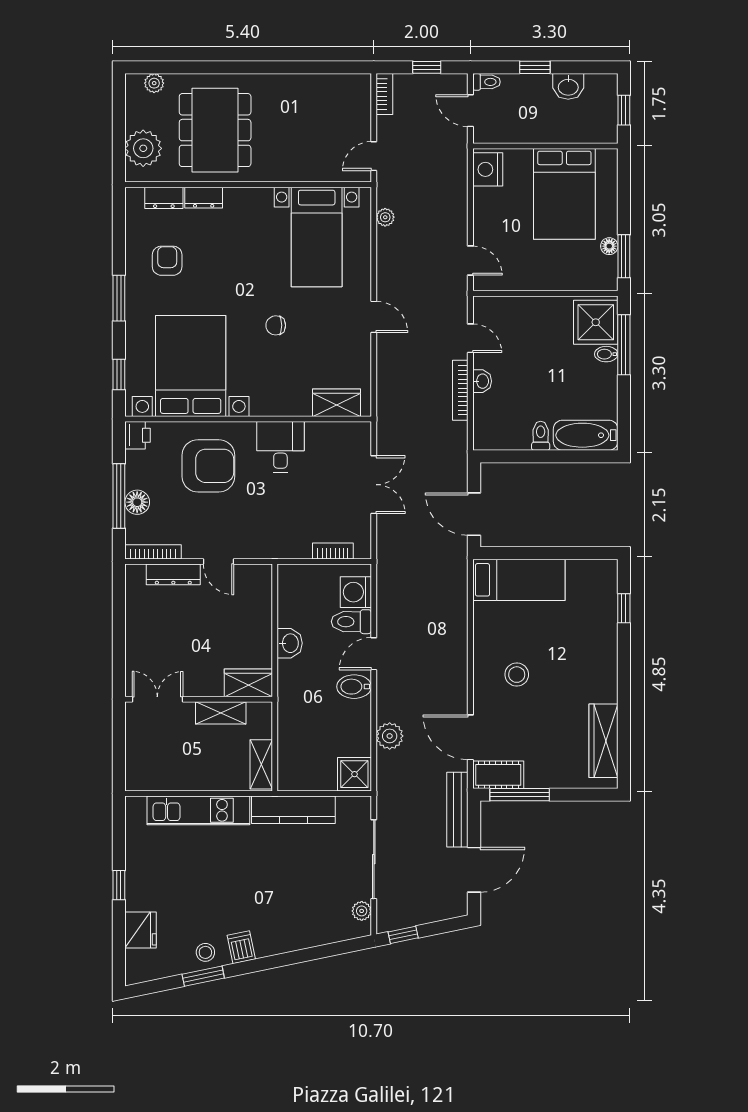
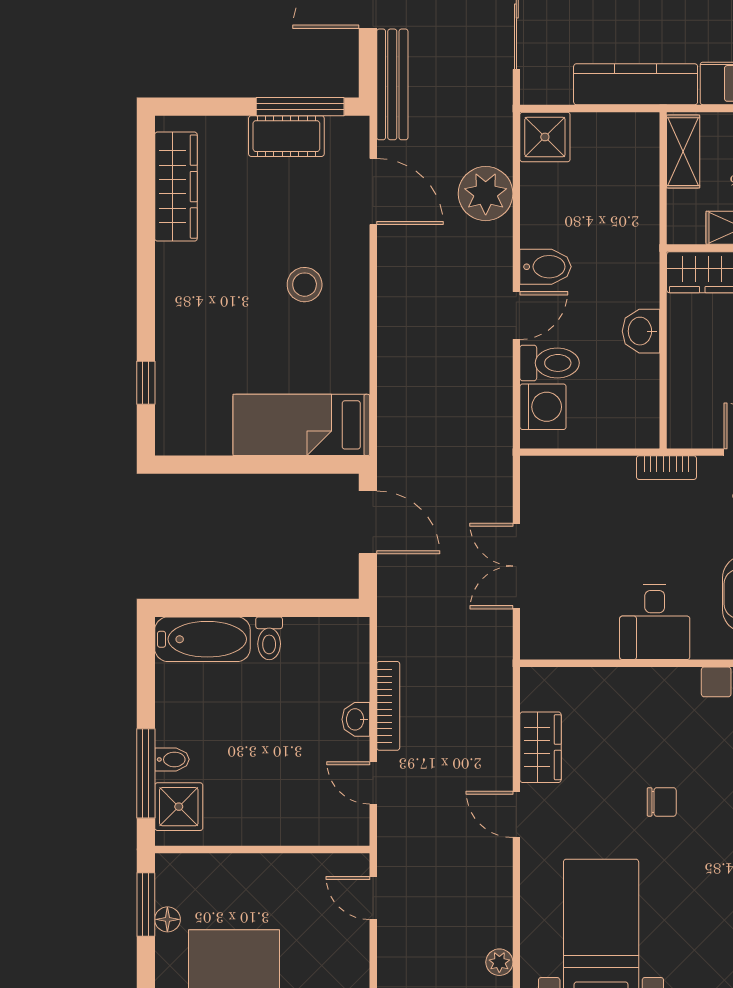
shower: (596, 322) -> (179, 807), width x0.73, depth x0.73
wardrobe: (336, 403) -> (540, 747), moved, turned -90
bookcase: (333, 551) -> (666, 468), moved
plant: (390, 736) -> (486, 194), width x1.36, depth x1.36
cot: (498, 775) -> (286, 136), moved

